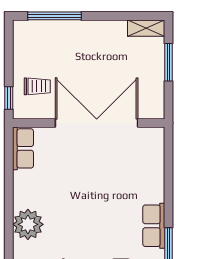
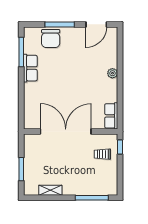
shelving: (146, 28) -> (50, 190), moved
double door: (97, 123) -> (66, 132), swing flipped
plant: (28, 224) -> (112, 73), width x0.53, depth x0.53

